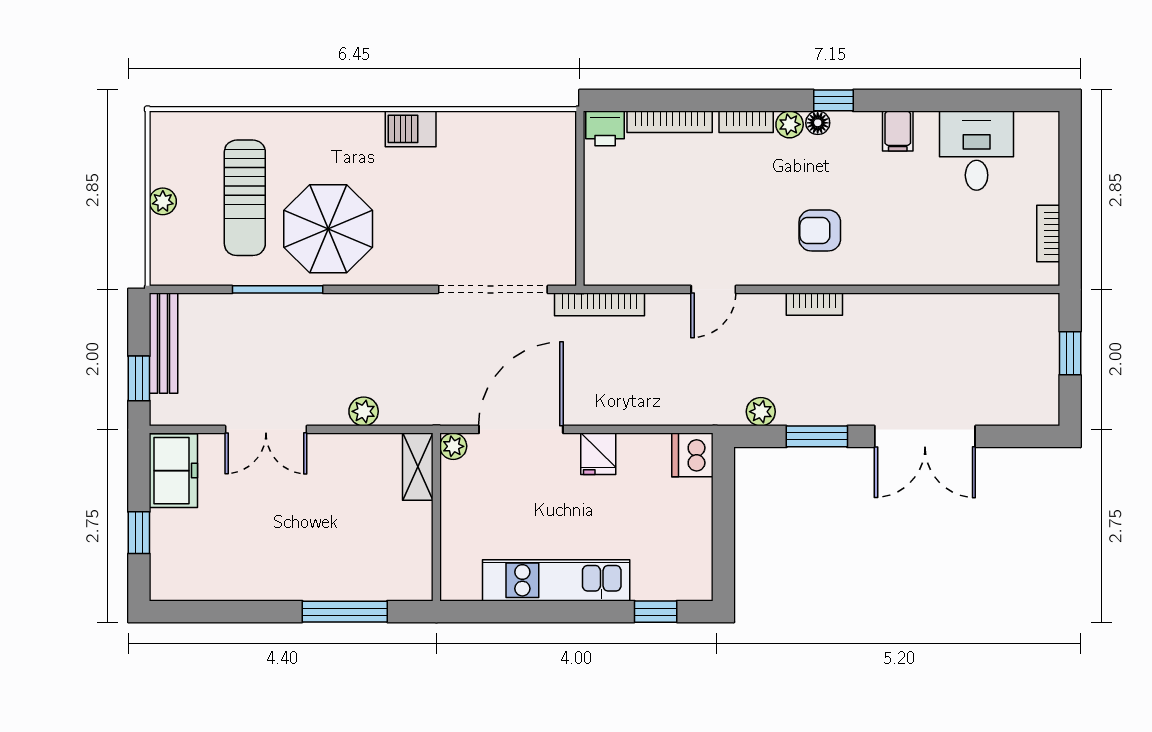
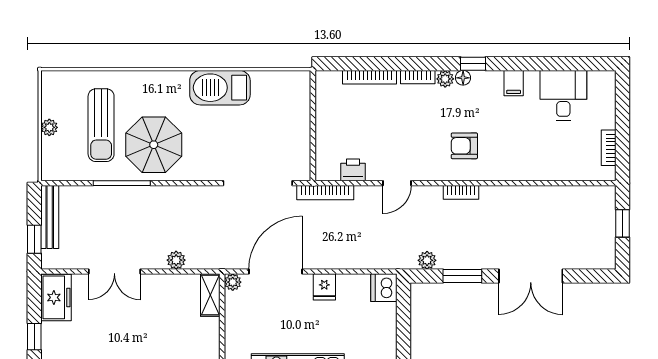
printer: (605, 128) -> (353, 170), moved, turned 180
barbecue: (411, 129) -> (220, 88), width x1.88, depth x1.53

